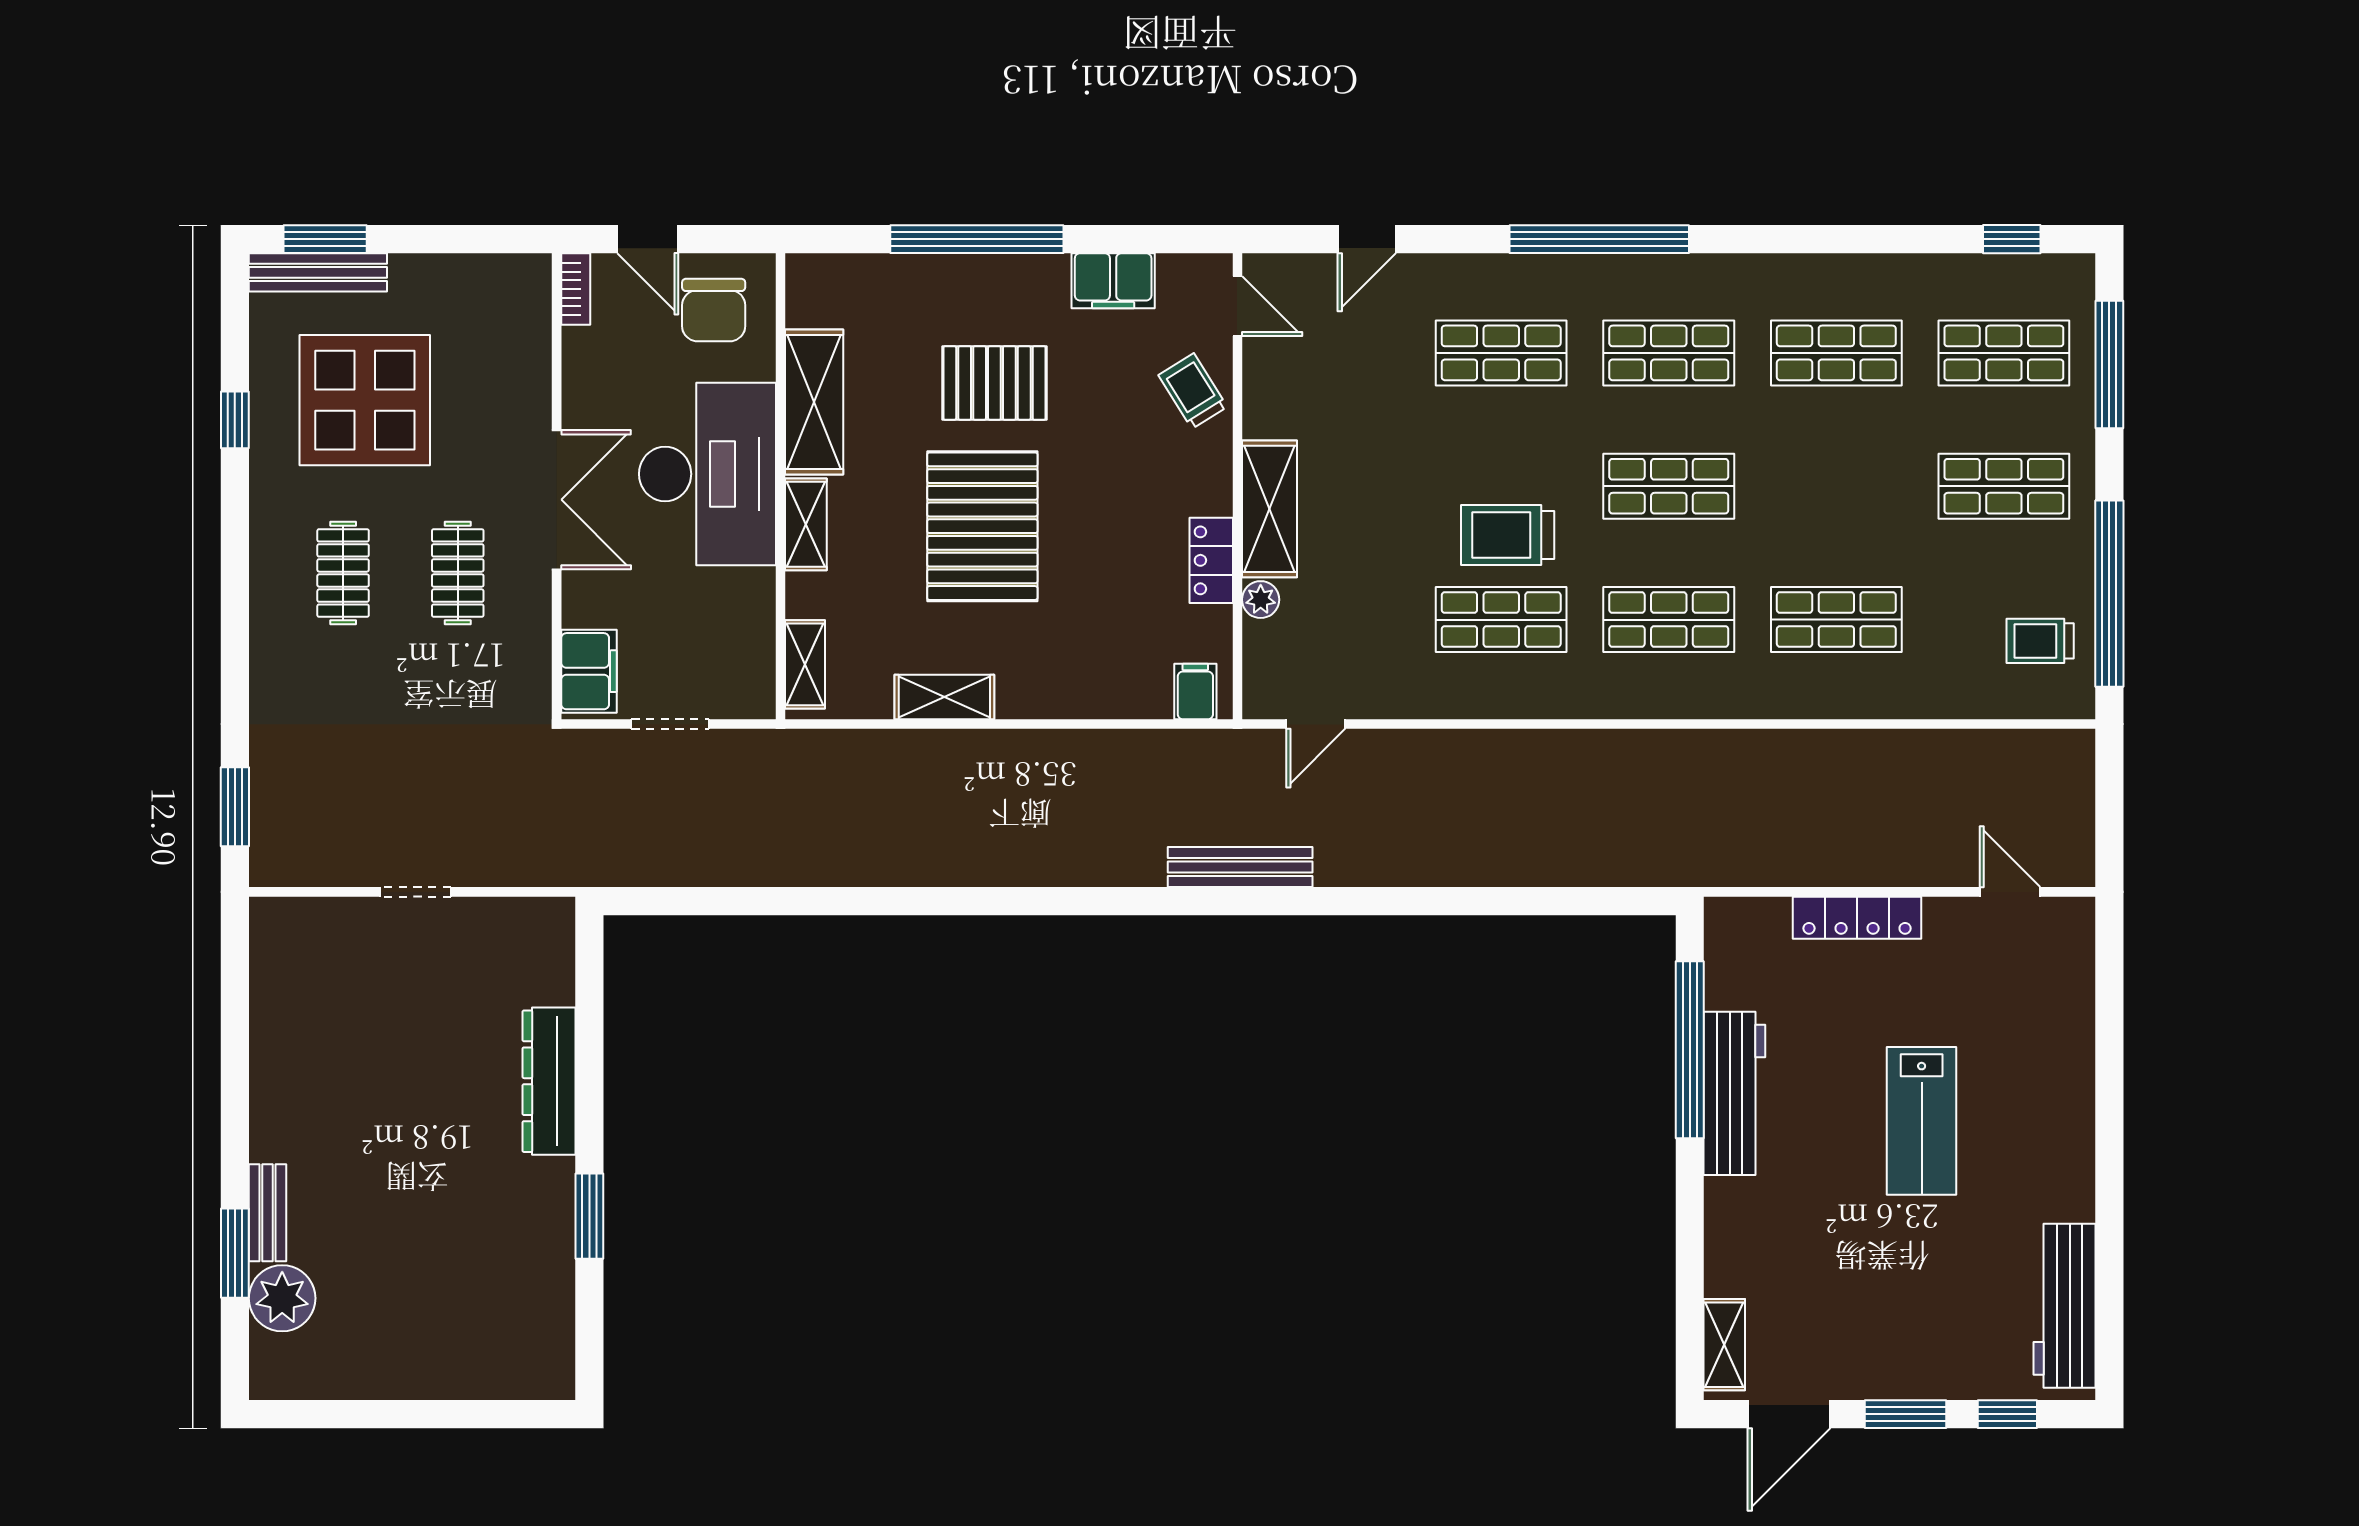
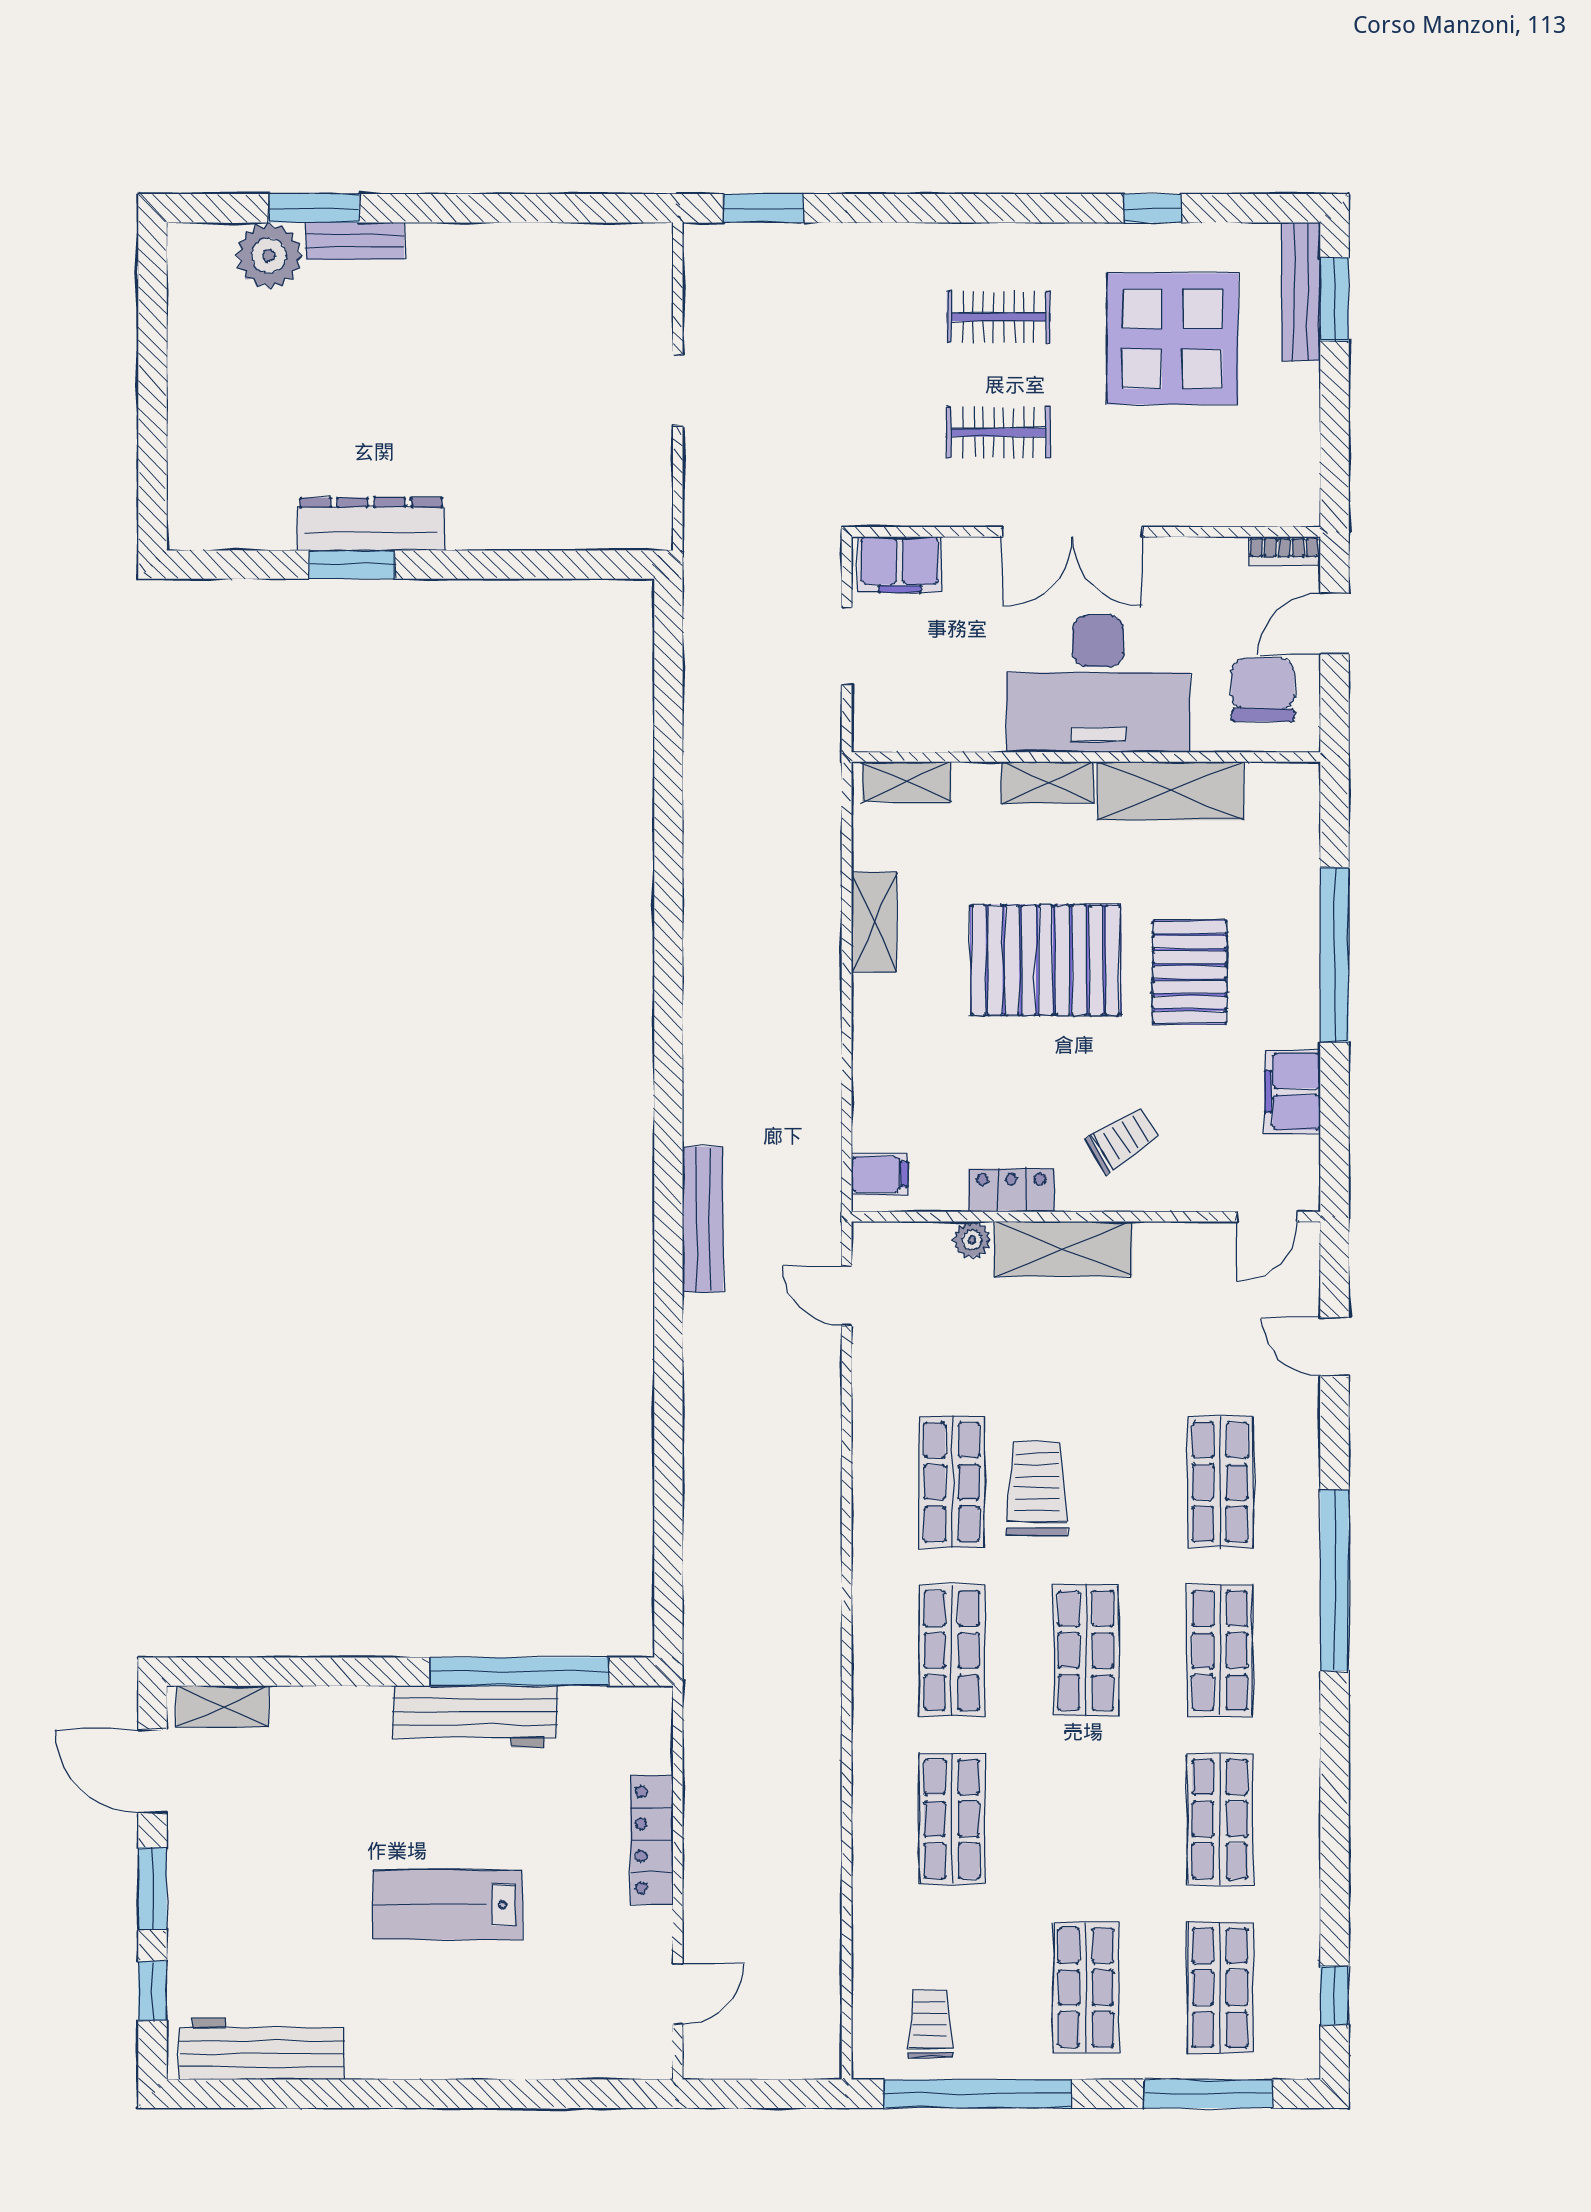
chair: (714, 310) -> (1263, 690), turned 90
trolley: (1193, 391) -> (1122, 1140), moved
dresser: (549, 1081) -> (371, 524), moved

